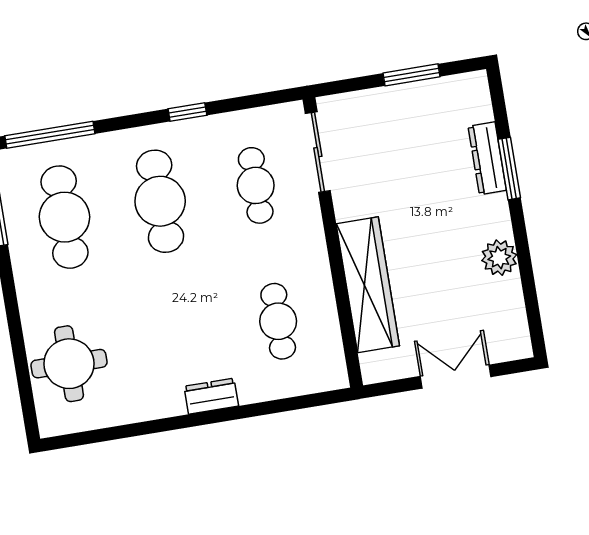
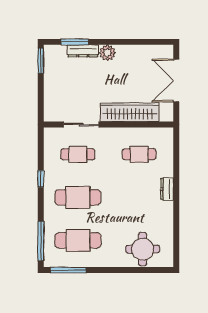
window: (412, 75) -> (41, 61), moved
sliding door: (318, 152) -> (81, 125), moved
window: (509, 169) -> (75, 42), moved
plant: (499, 258) -> (107, 53), moved
double door: (456, 377) -> (176, 80), width x1.37

